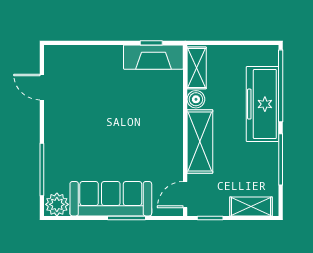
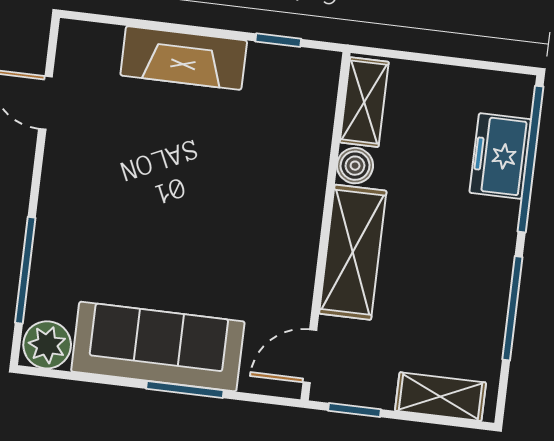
fireplace: (153, 57) -> (184, 58), moved
freezer: (263, 104) -> (500, 156), width x0.52, depth x0.79

